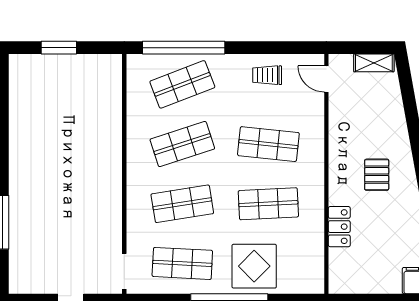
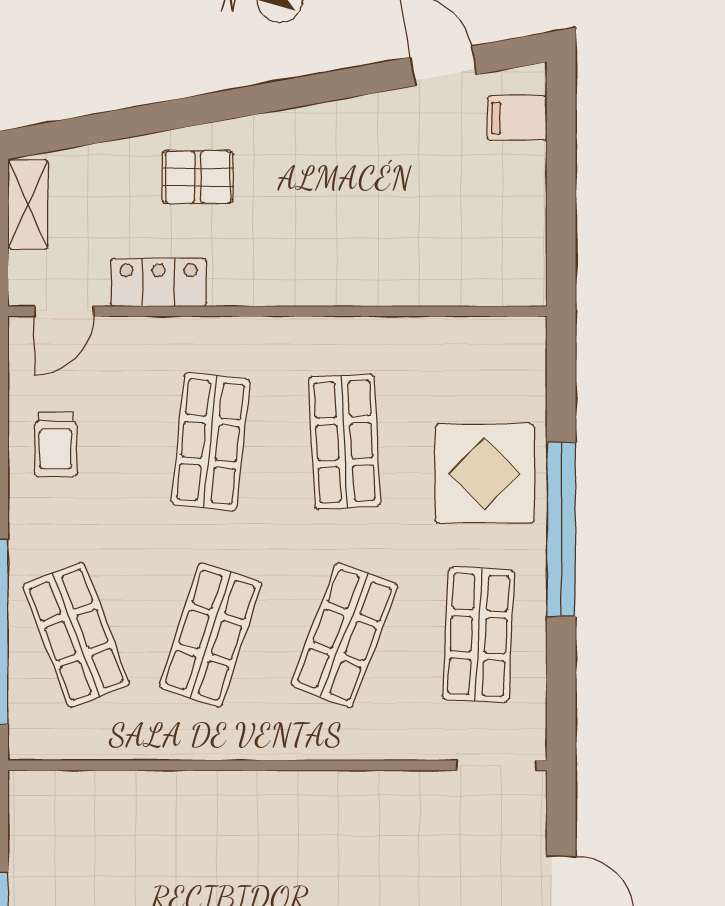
shop shelf: (182, 144) -> (210, 635), turned 36
pallet: (377, 175) -> (198, 177), moved
shop shelf: (182, 204) -> (344, 635), turned 30
locker: (339, 227) -> (158, 282), moved

